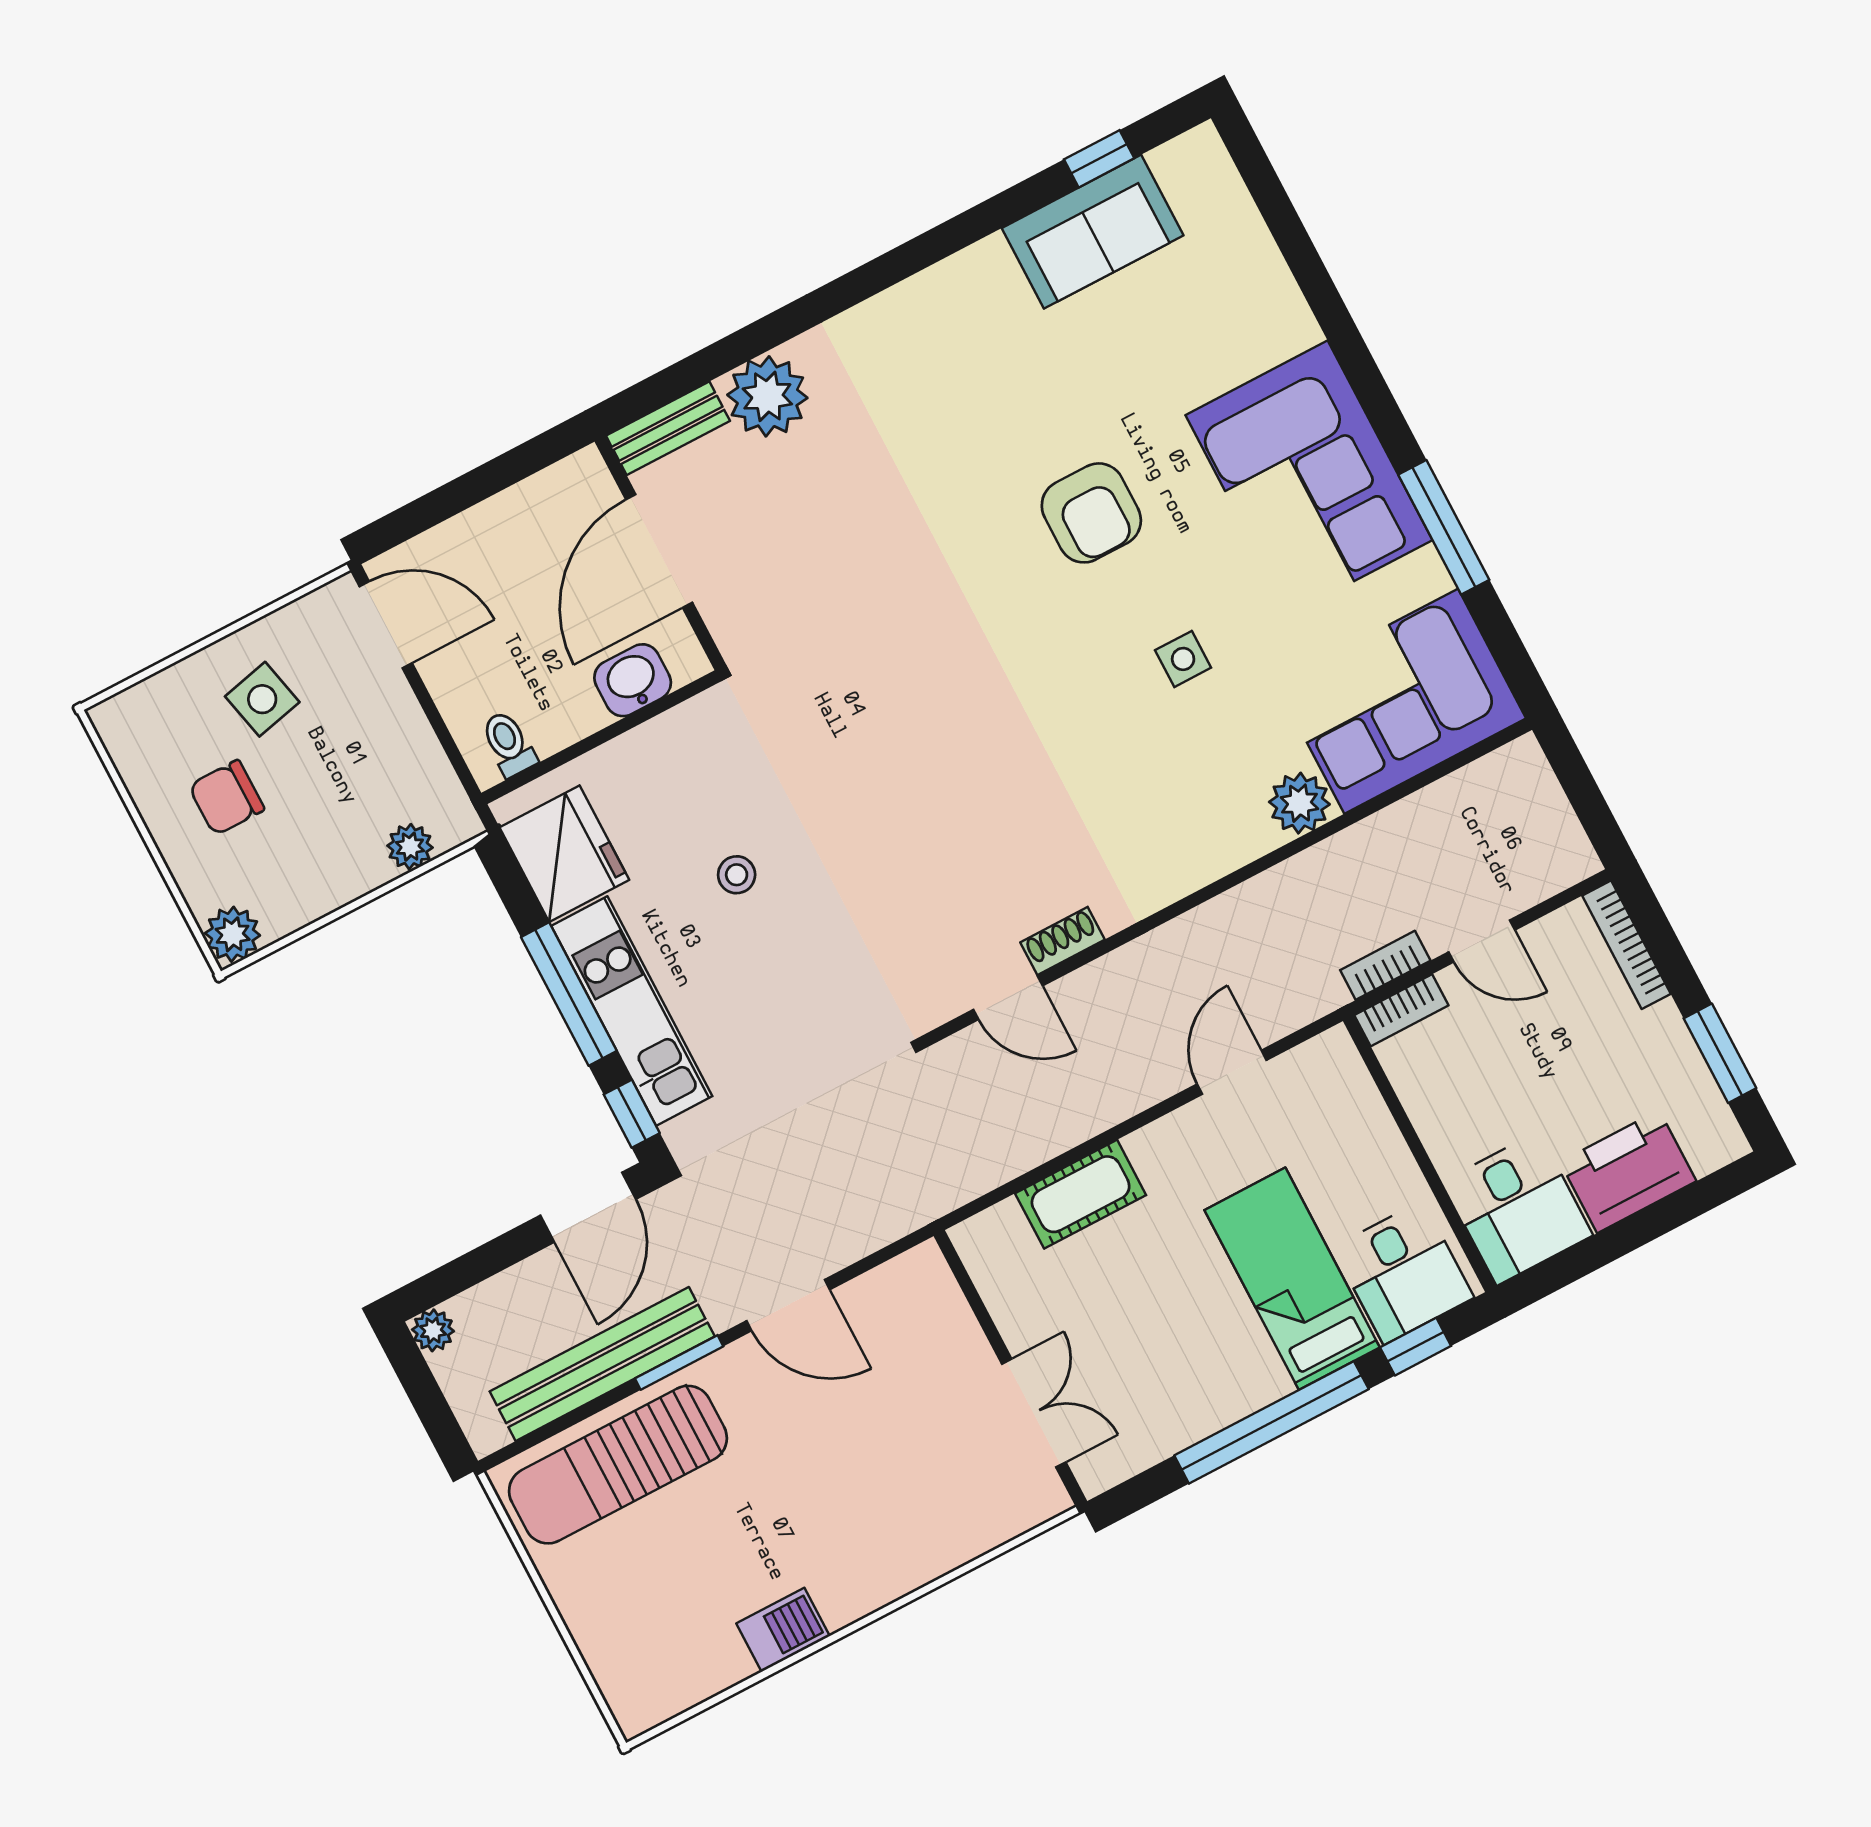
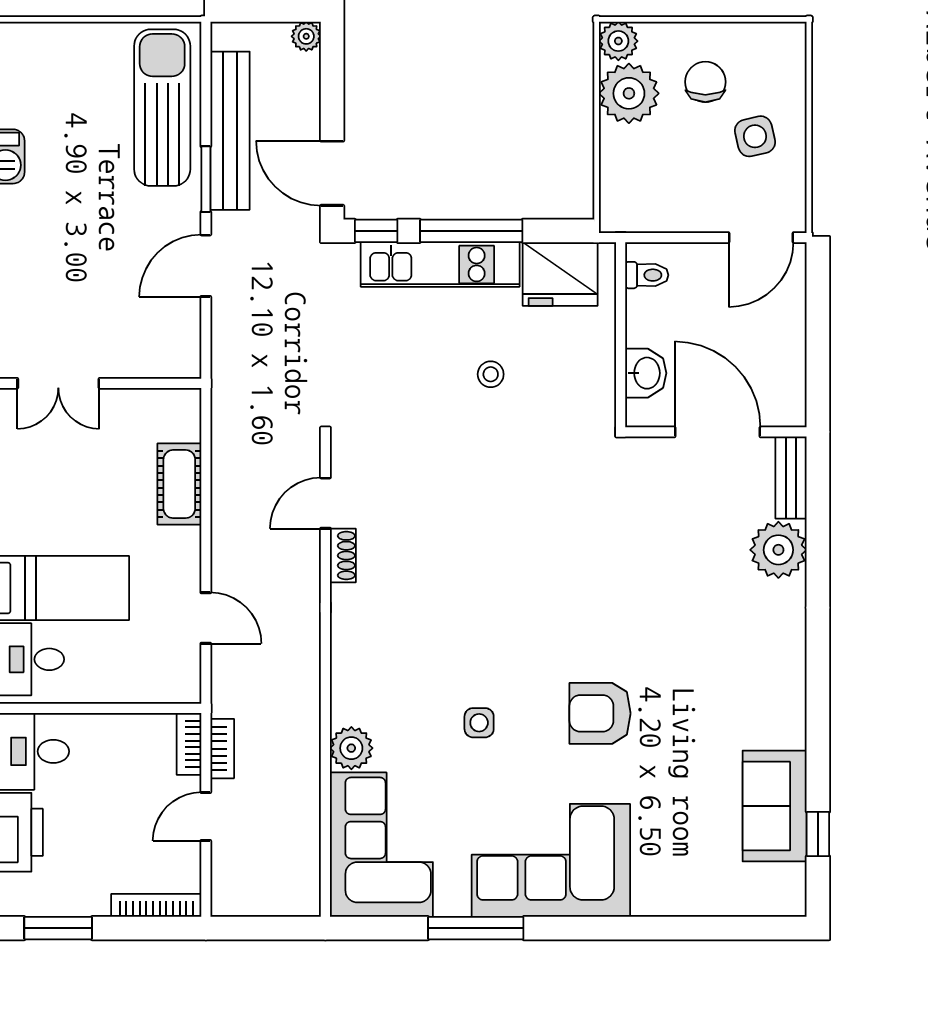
plant: (410, 847) -> (629, 93), moved, width x1.87, depth x1.87

